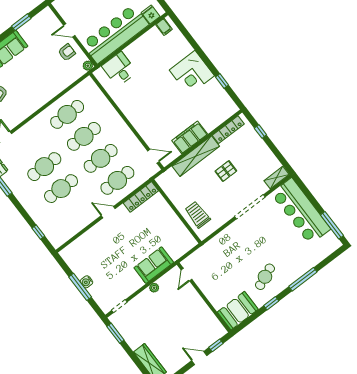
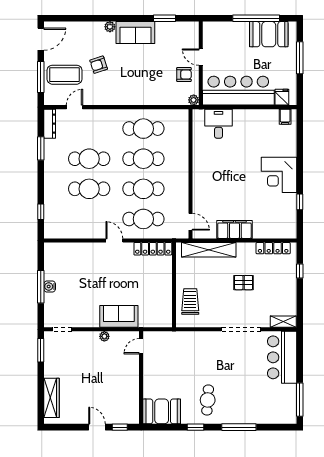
shelving: (196, 156) -> (209, 250), moved
bar counter: (301, 211) -> (282, 357), width x0.73
cafe table: (265, 277) -> (208, 400), turned -63

